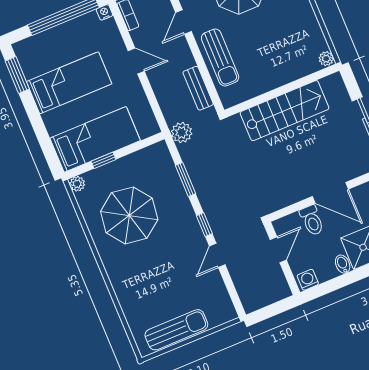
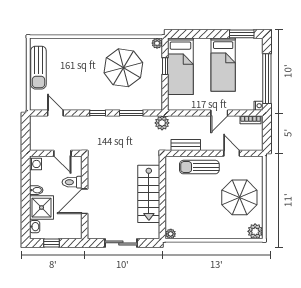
door: (217, 255) -> (55, 113), moved

